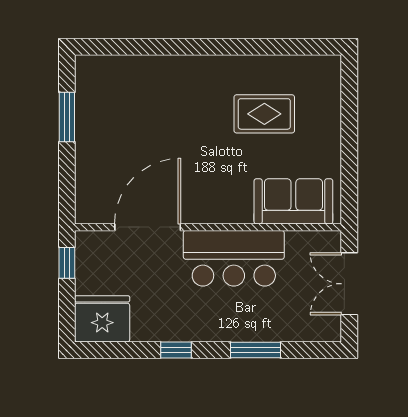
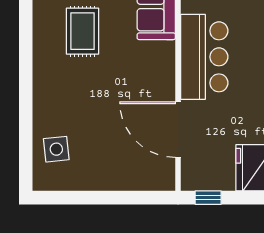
side table: (124, 83) -> (56, 149), added
window: (67, 117) -> (85, 198), removed

